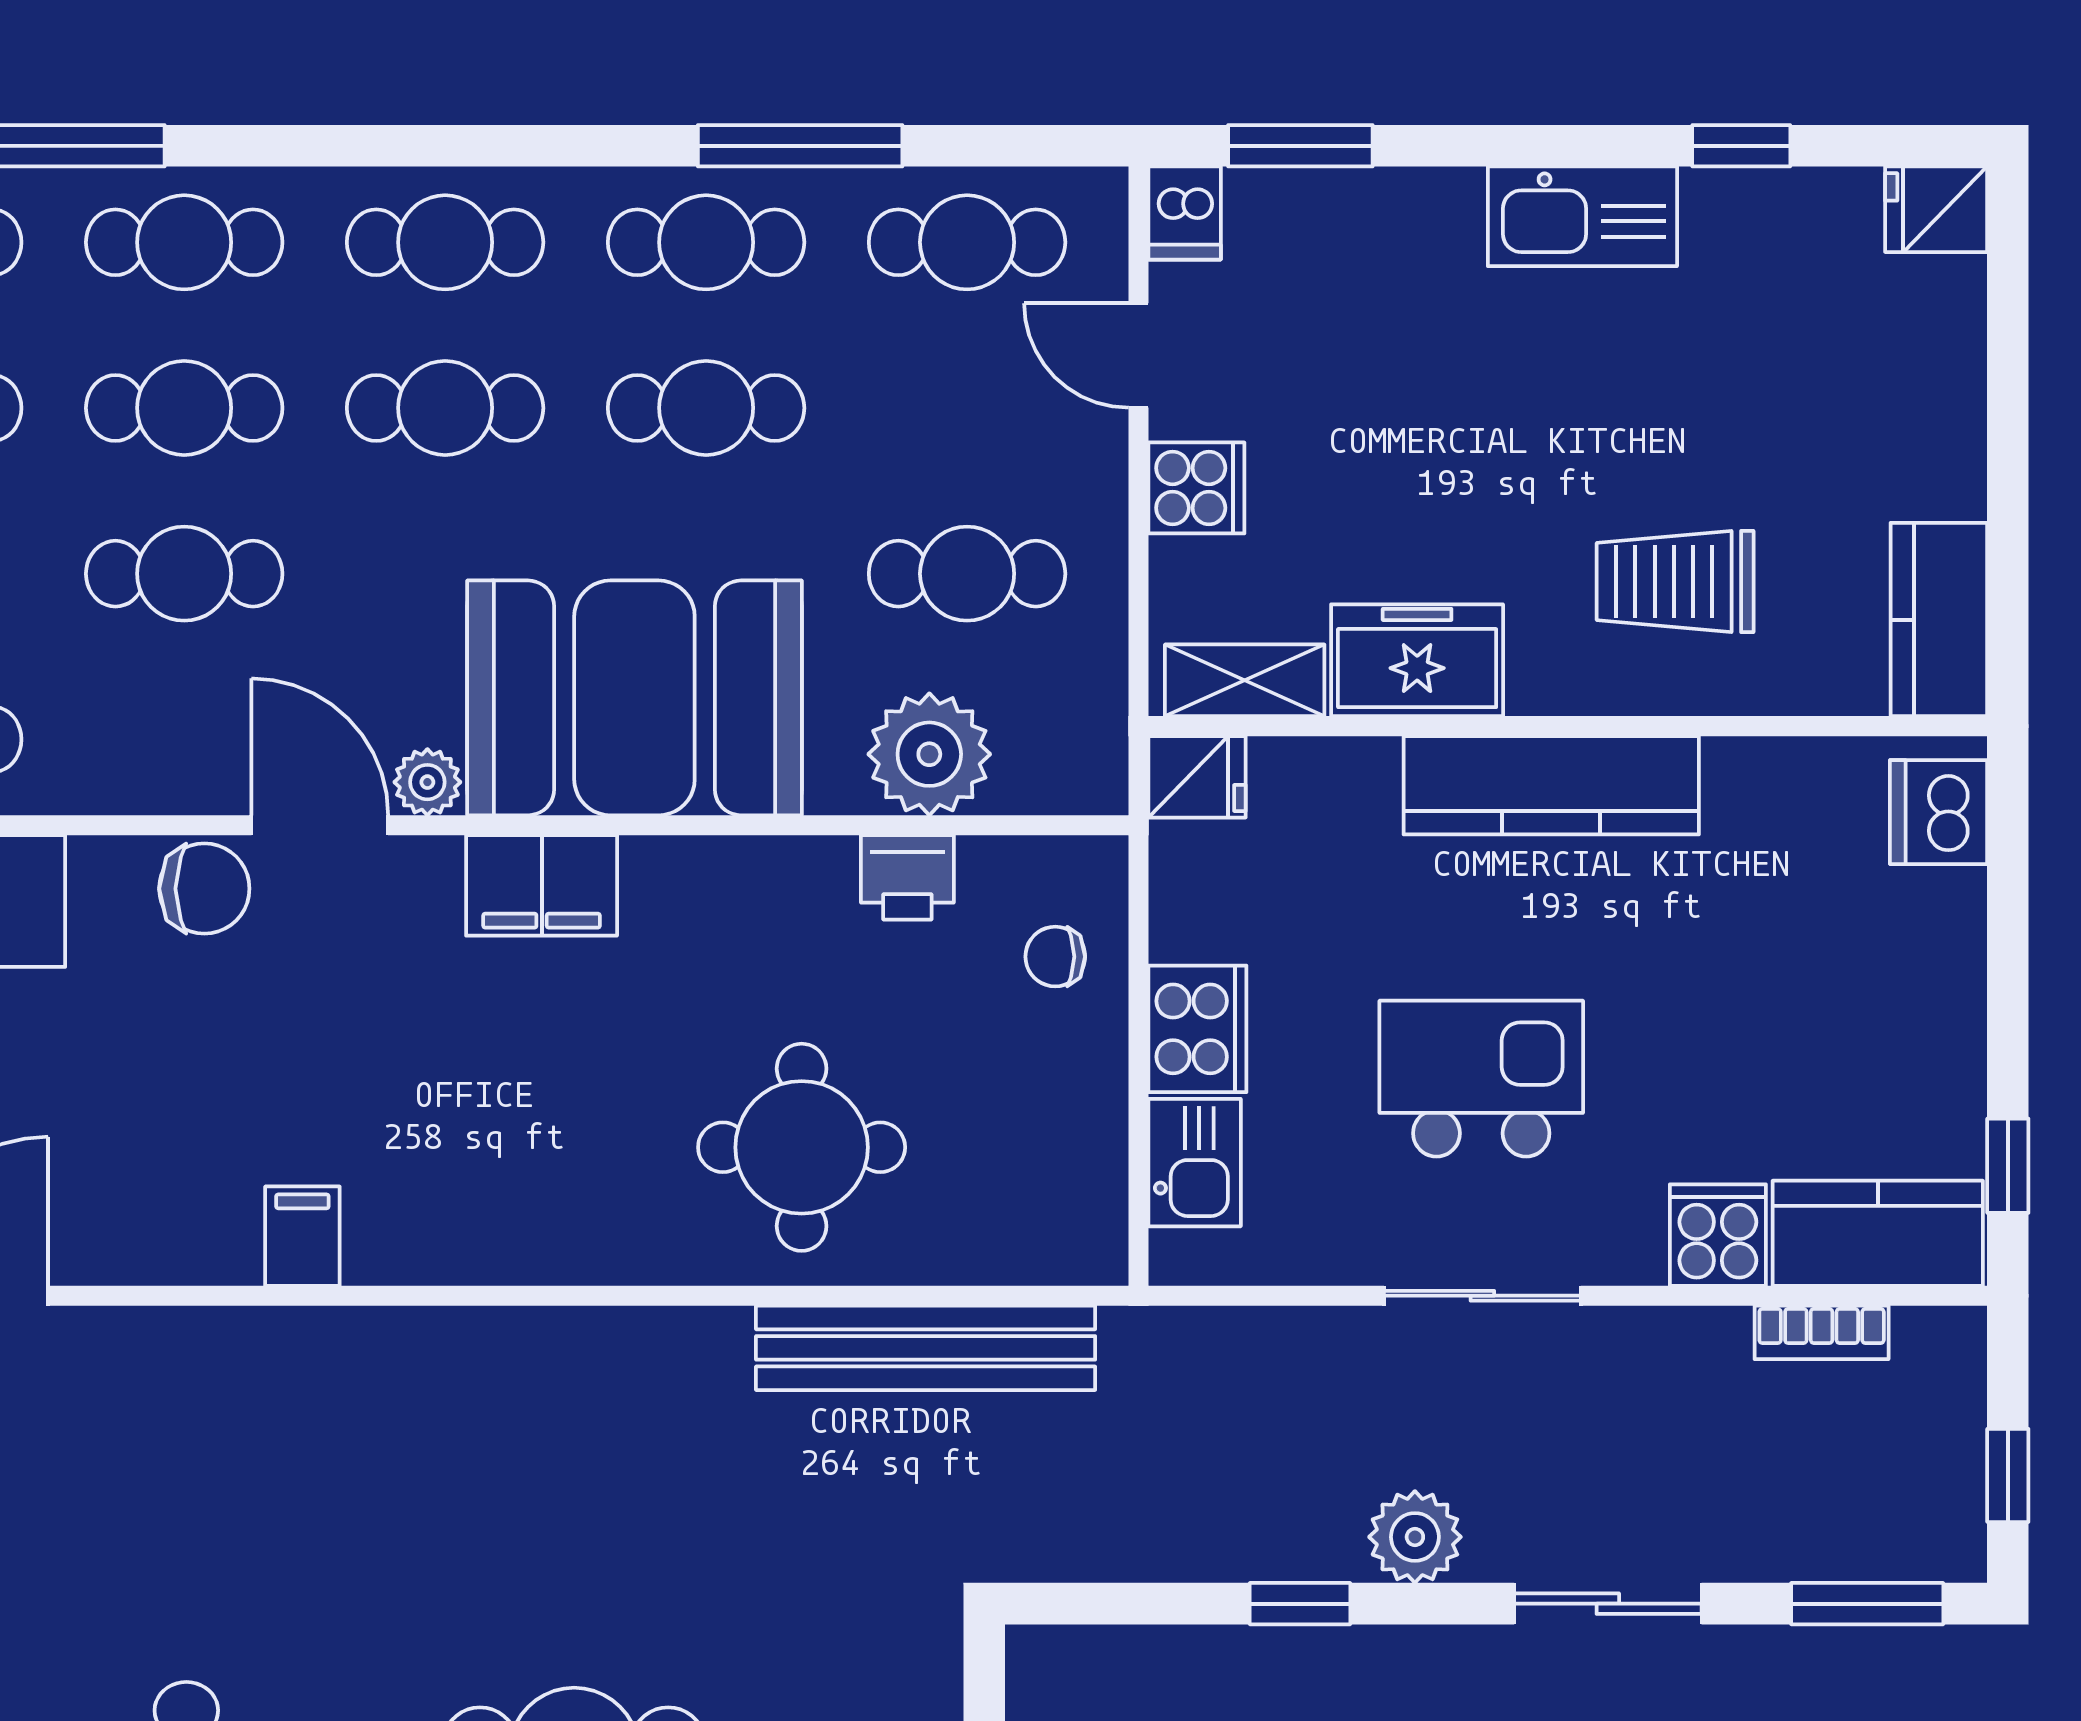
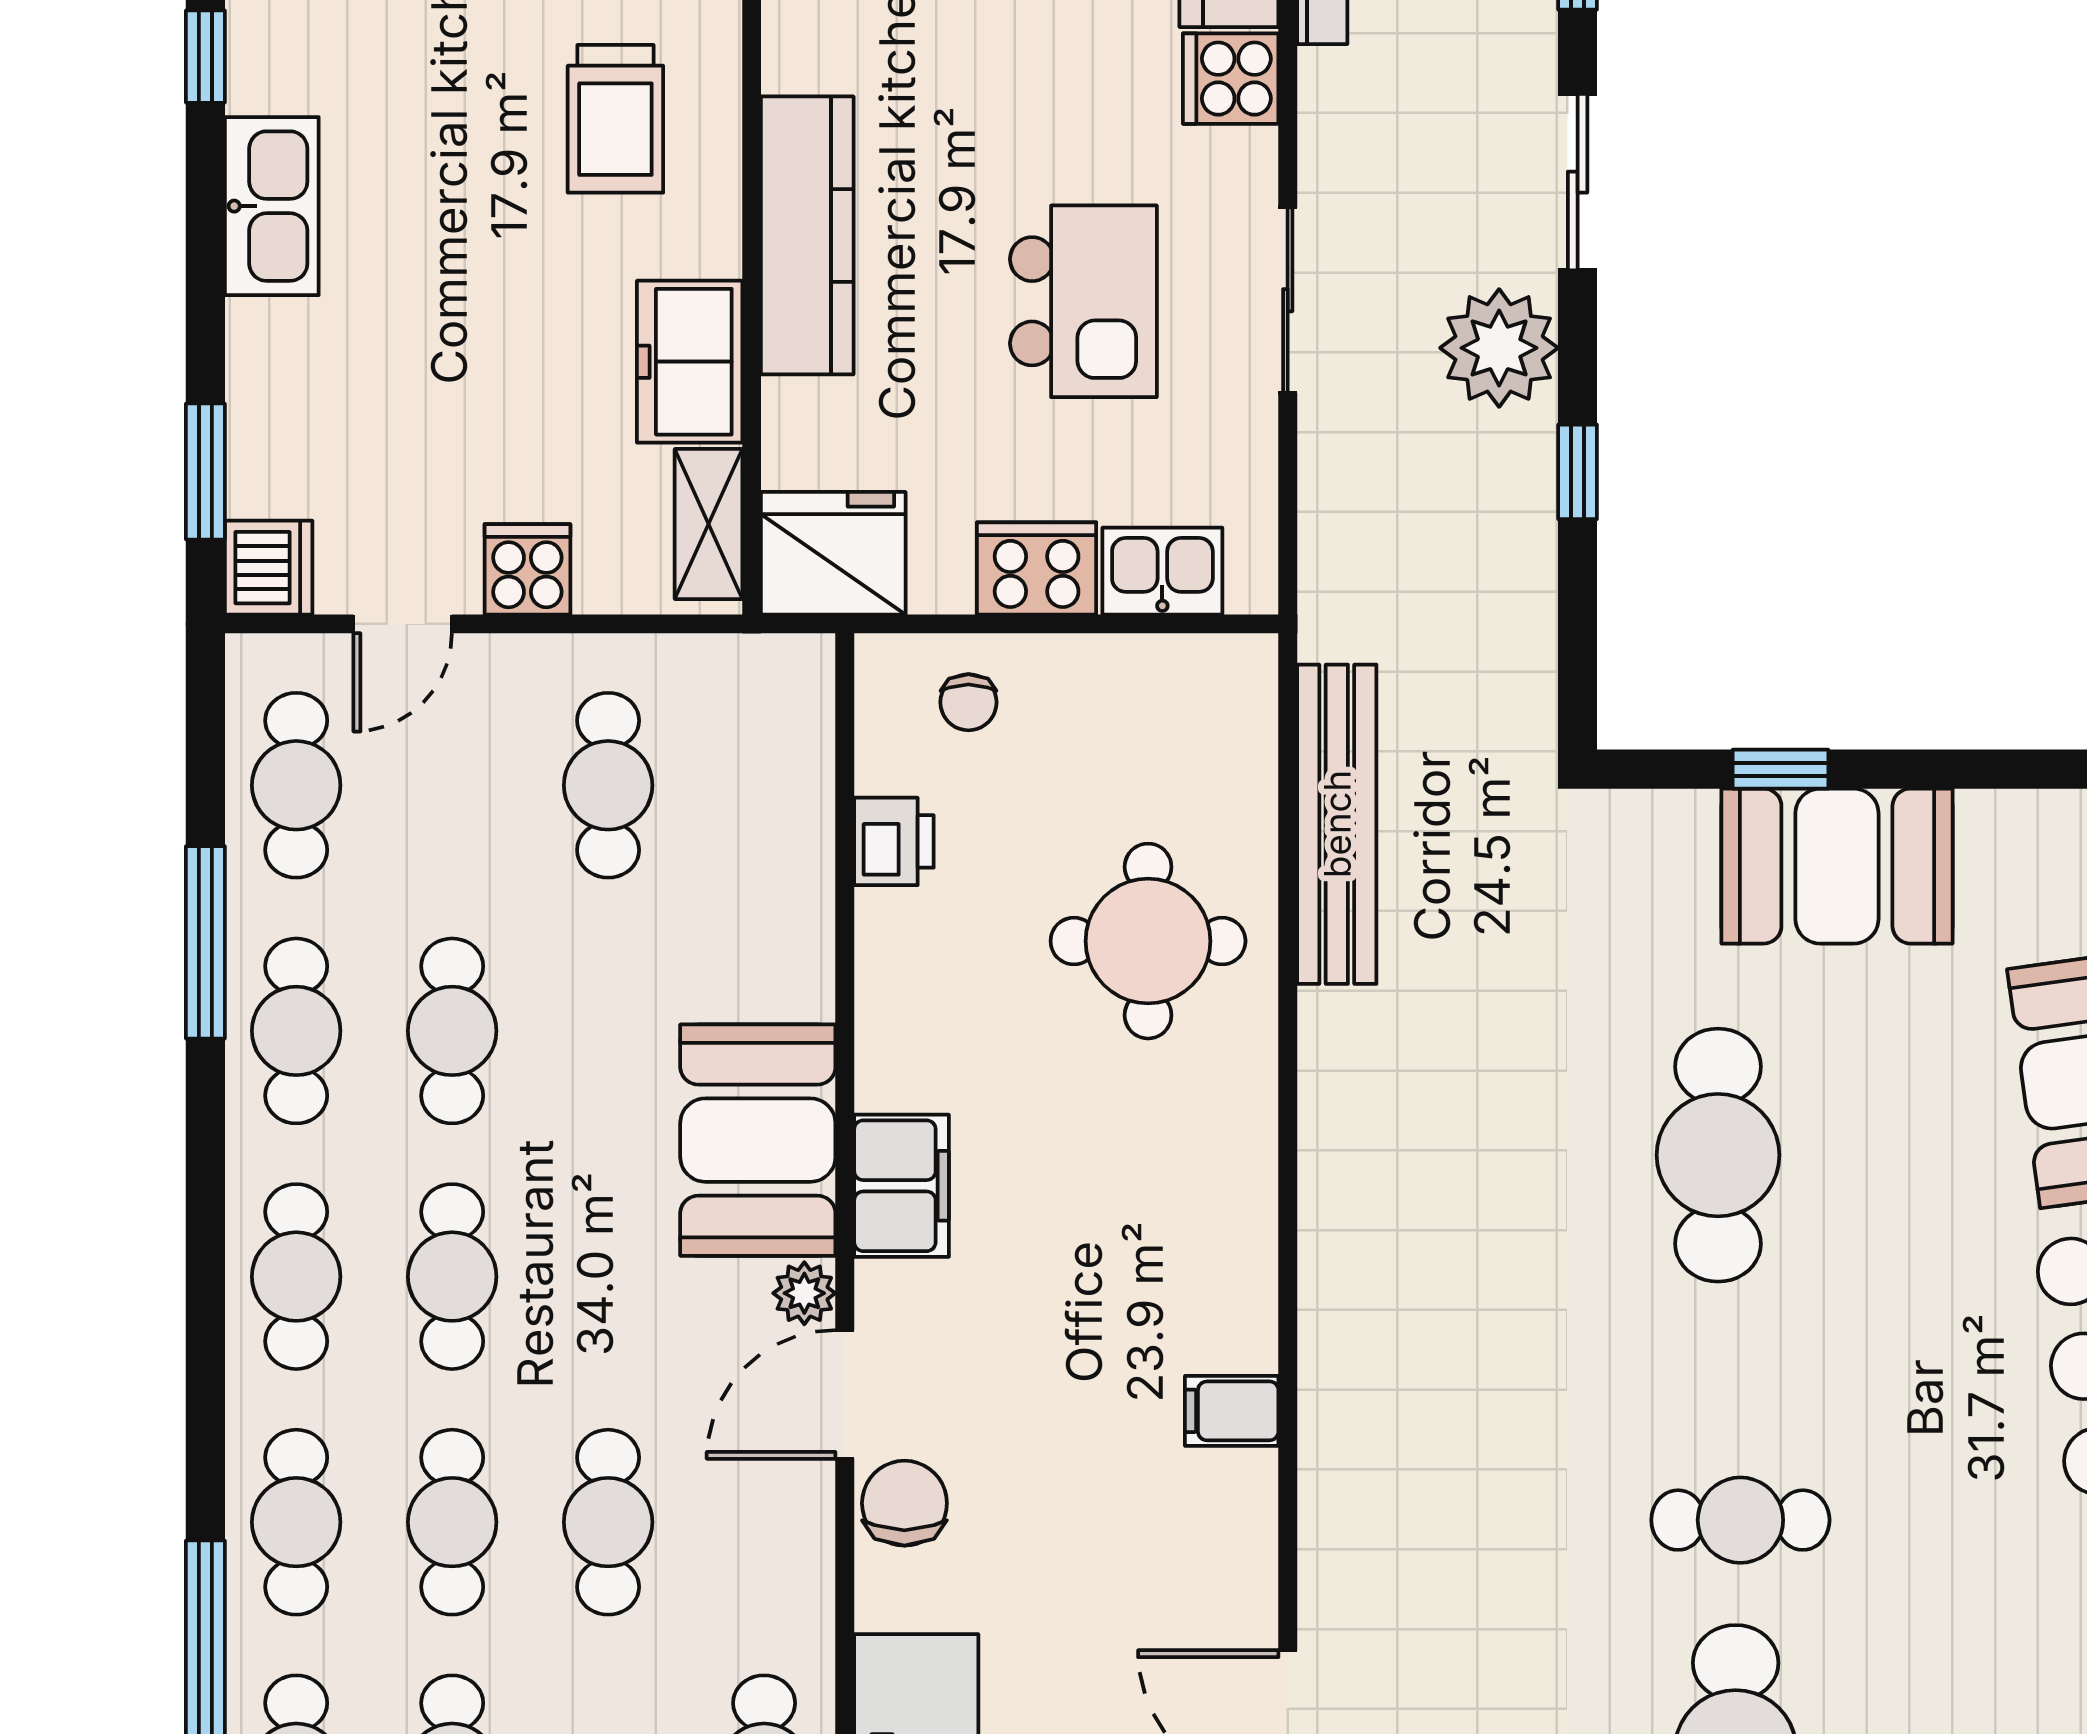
dishwasher: (1185, 213) -> (269, 568), width x1.38
booth: (634, 698) -> (758, 1140), width x0.73, depth x0.70
plant: (929, 754) -> (778, 821), removed
fridge: (1197, 777) -> (833, 553), width x1.88, depth x1.34
kitchen island: (1481, 1079) -> (1083, 301), turned 180
plant: (1415, 1537) -> (1499, 348), width x1.36, depth x1.36

